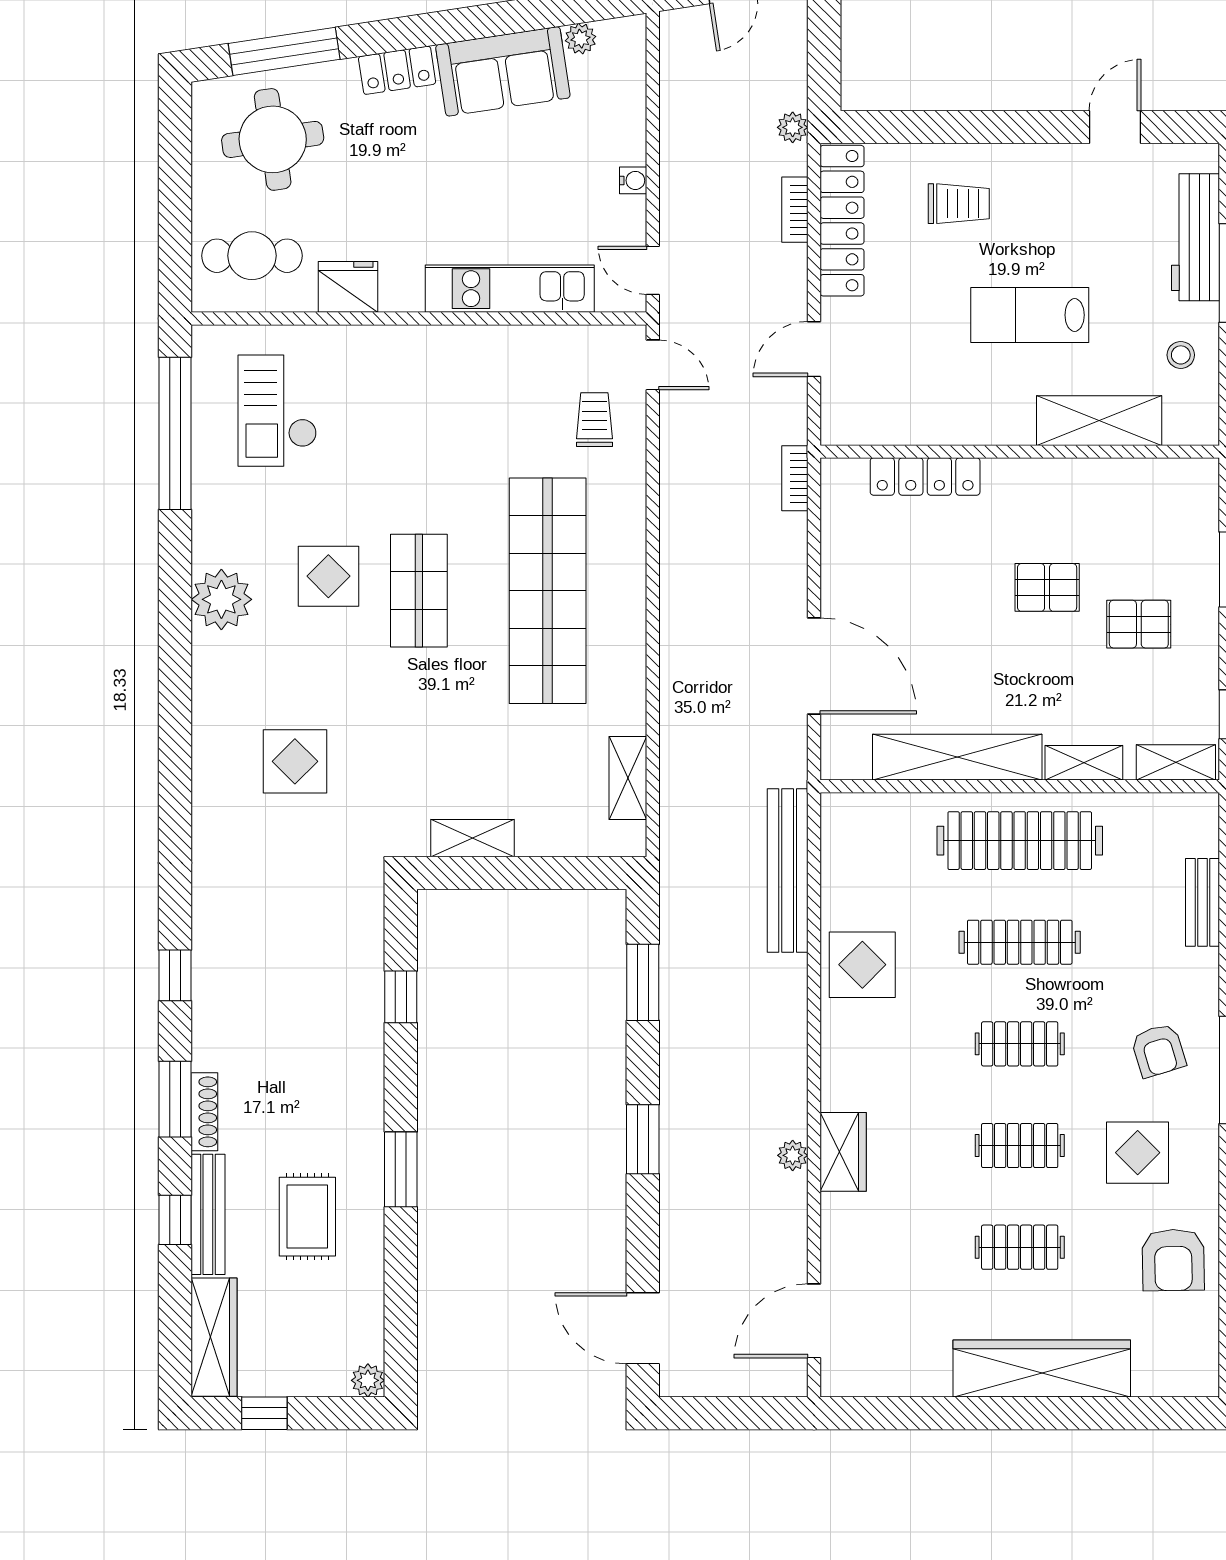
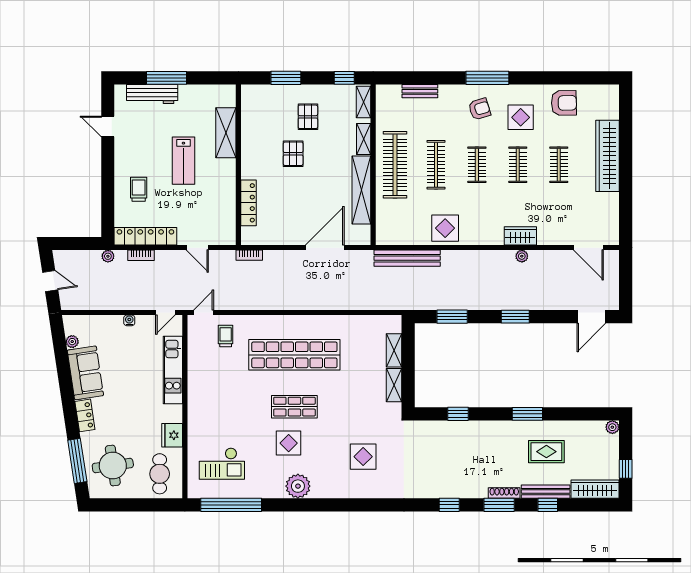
stool: (1181, 355) -> (200, 100), removed
trolley: (594, 420) -> (226, 336), turned 90
shelving: (628, 778) -> (394, 350), moved, turned 90

